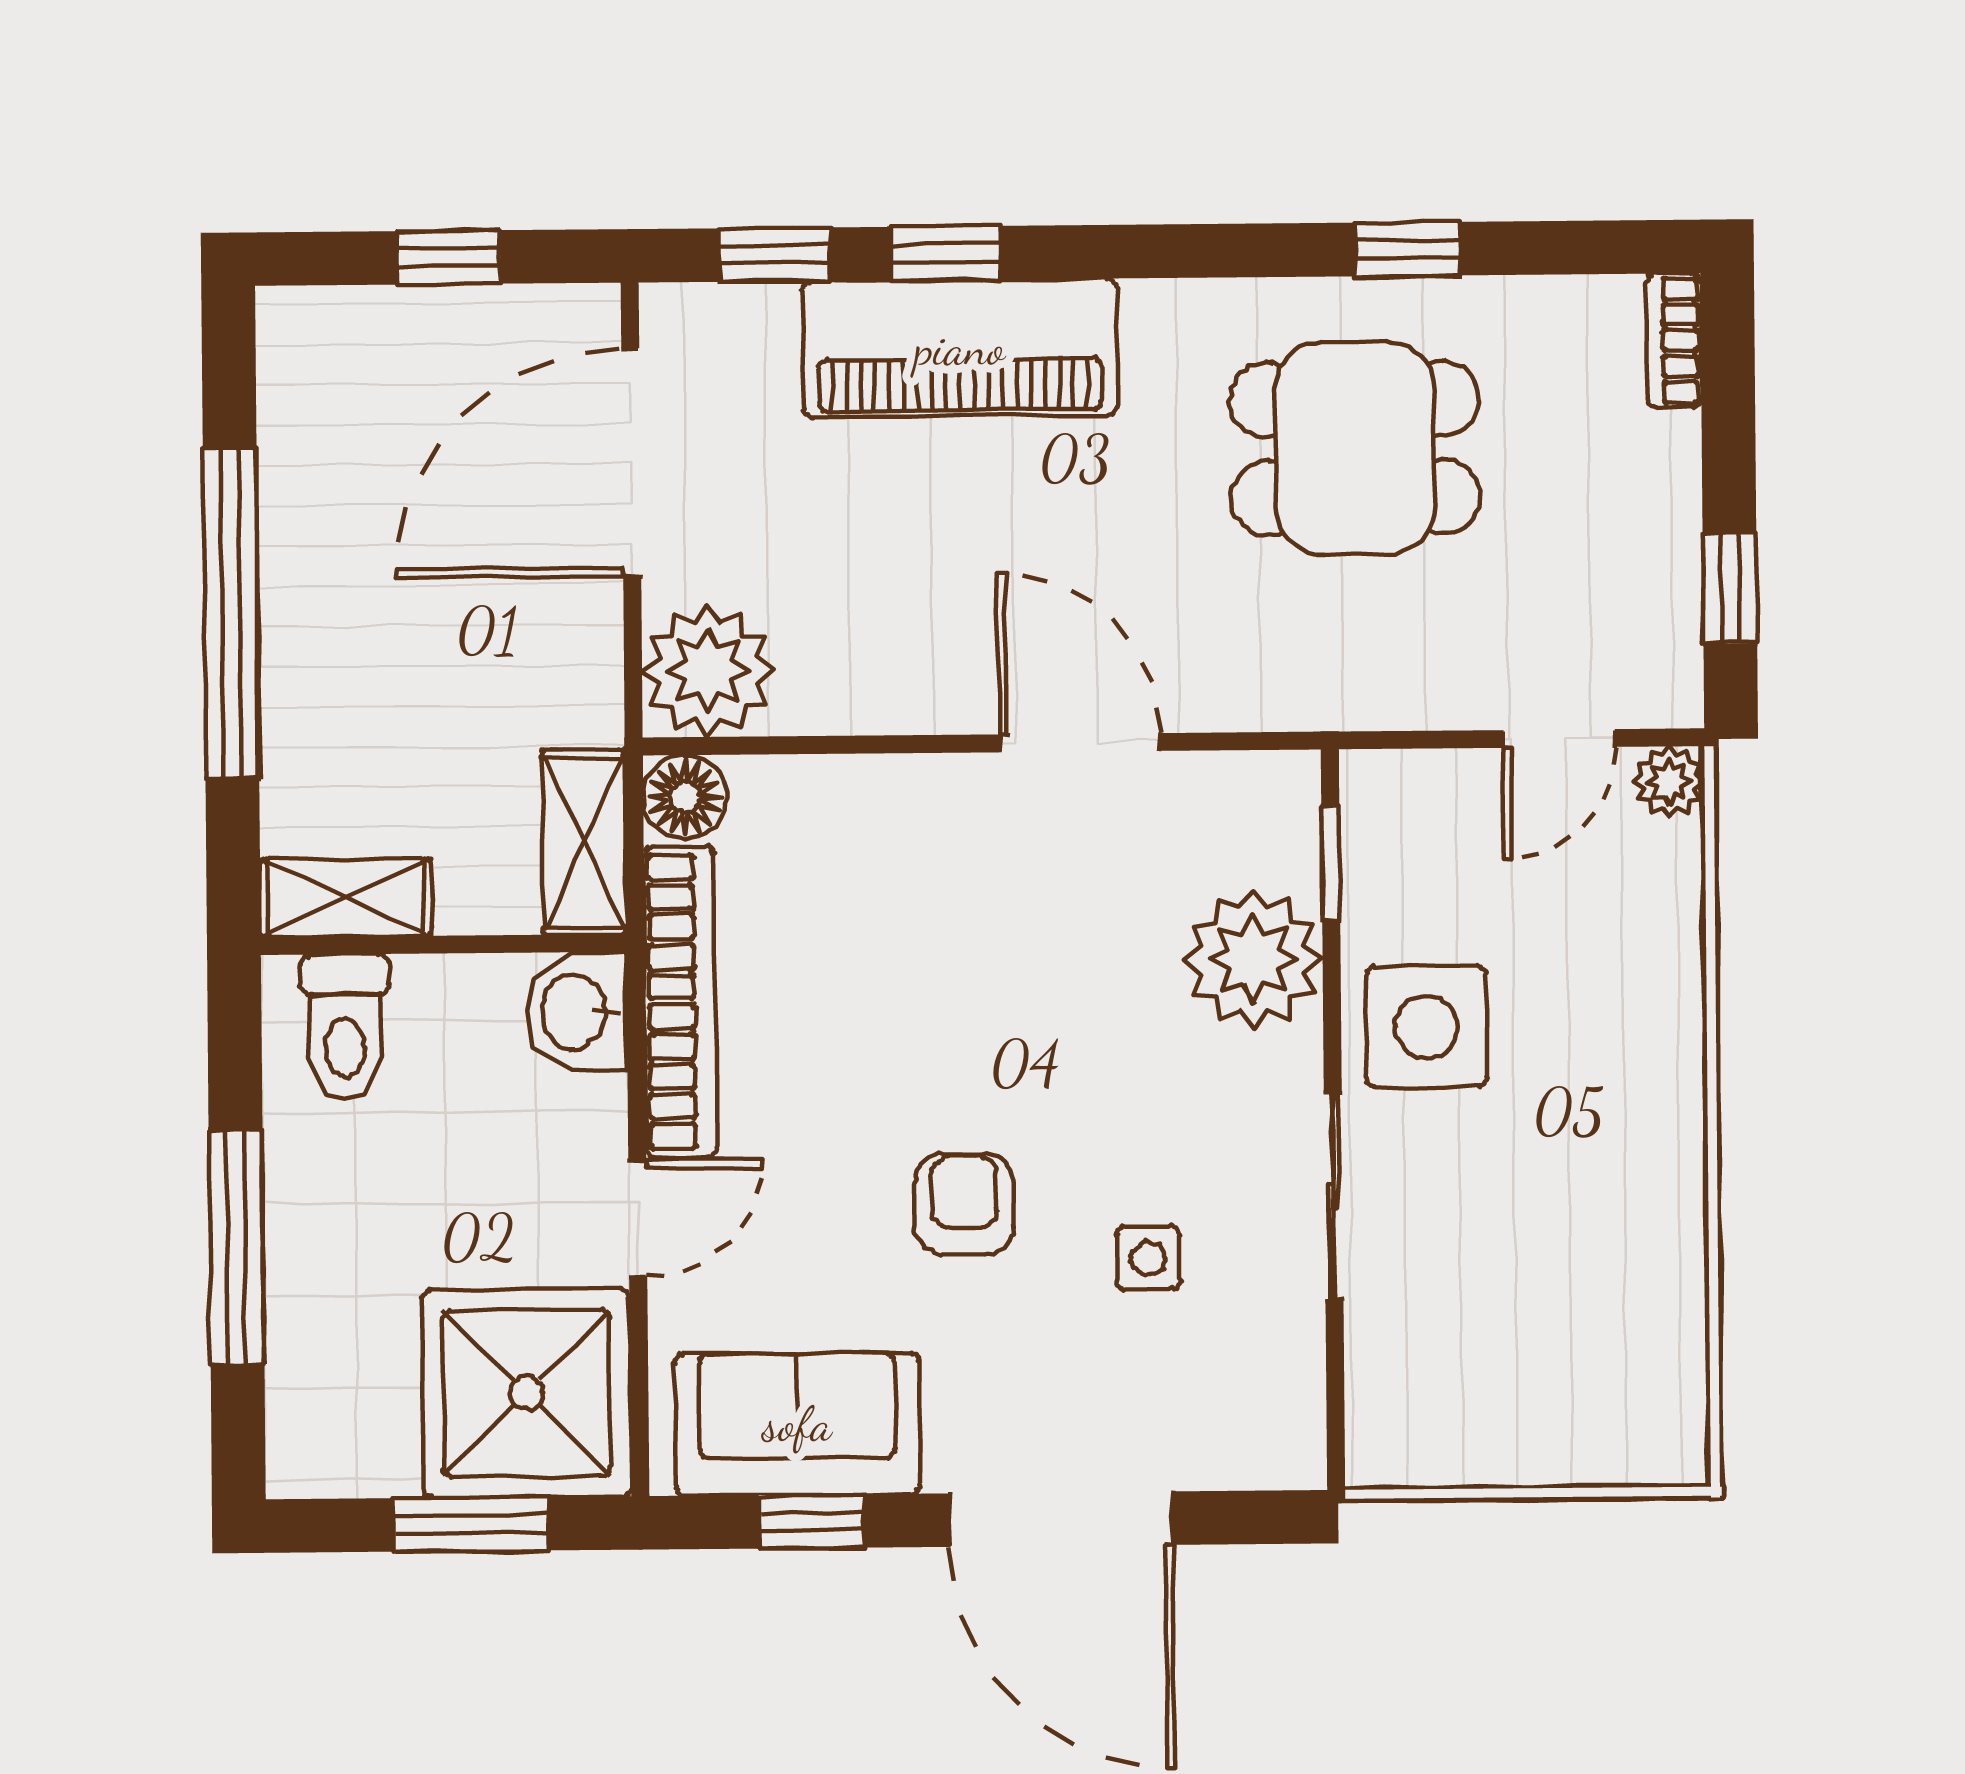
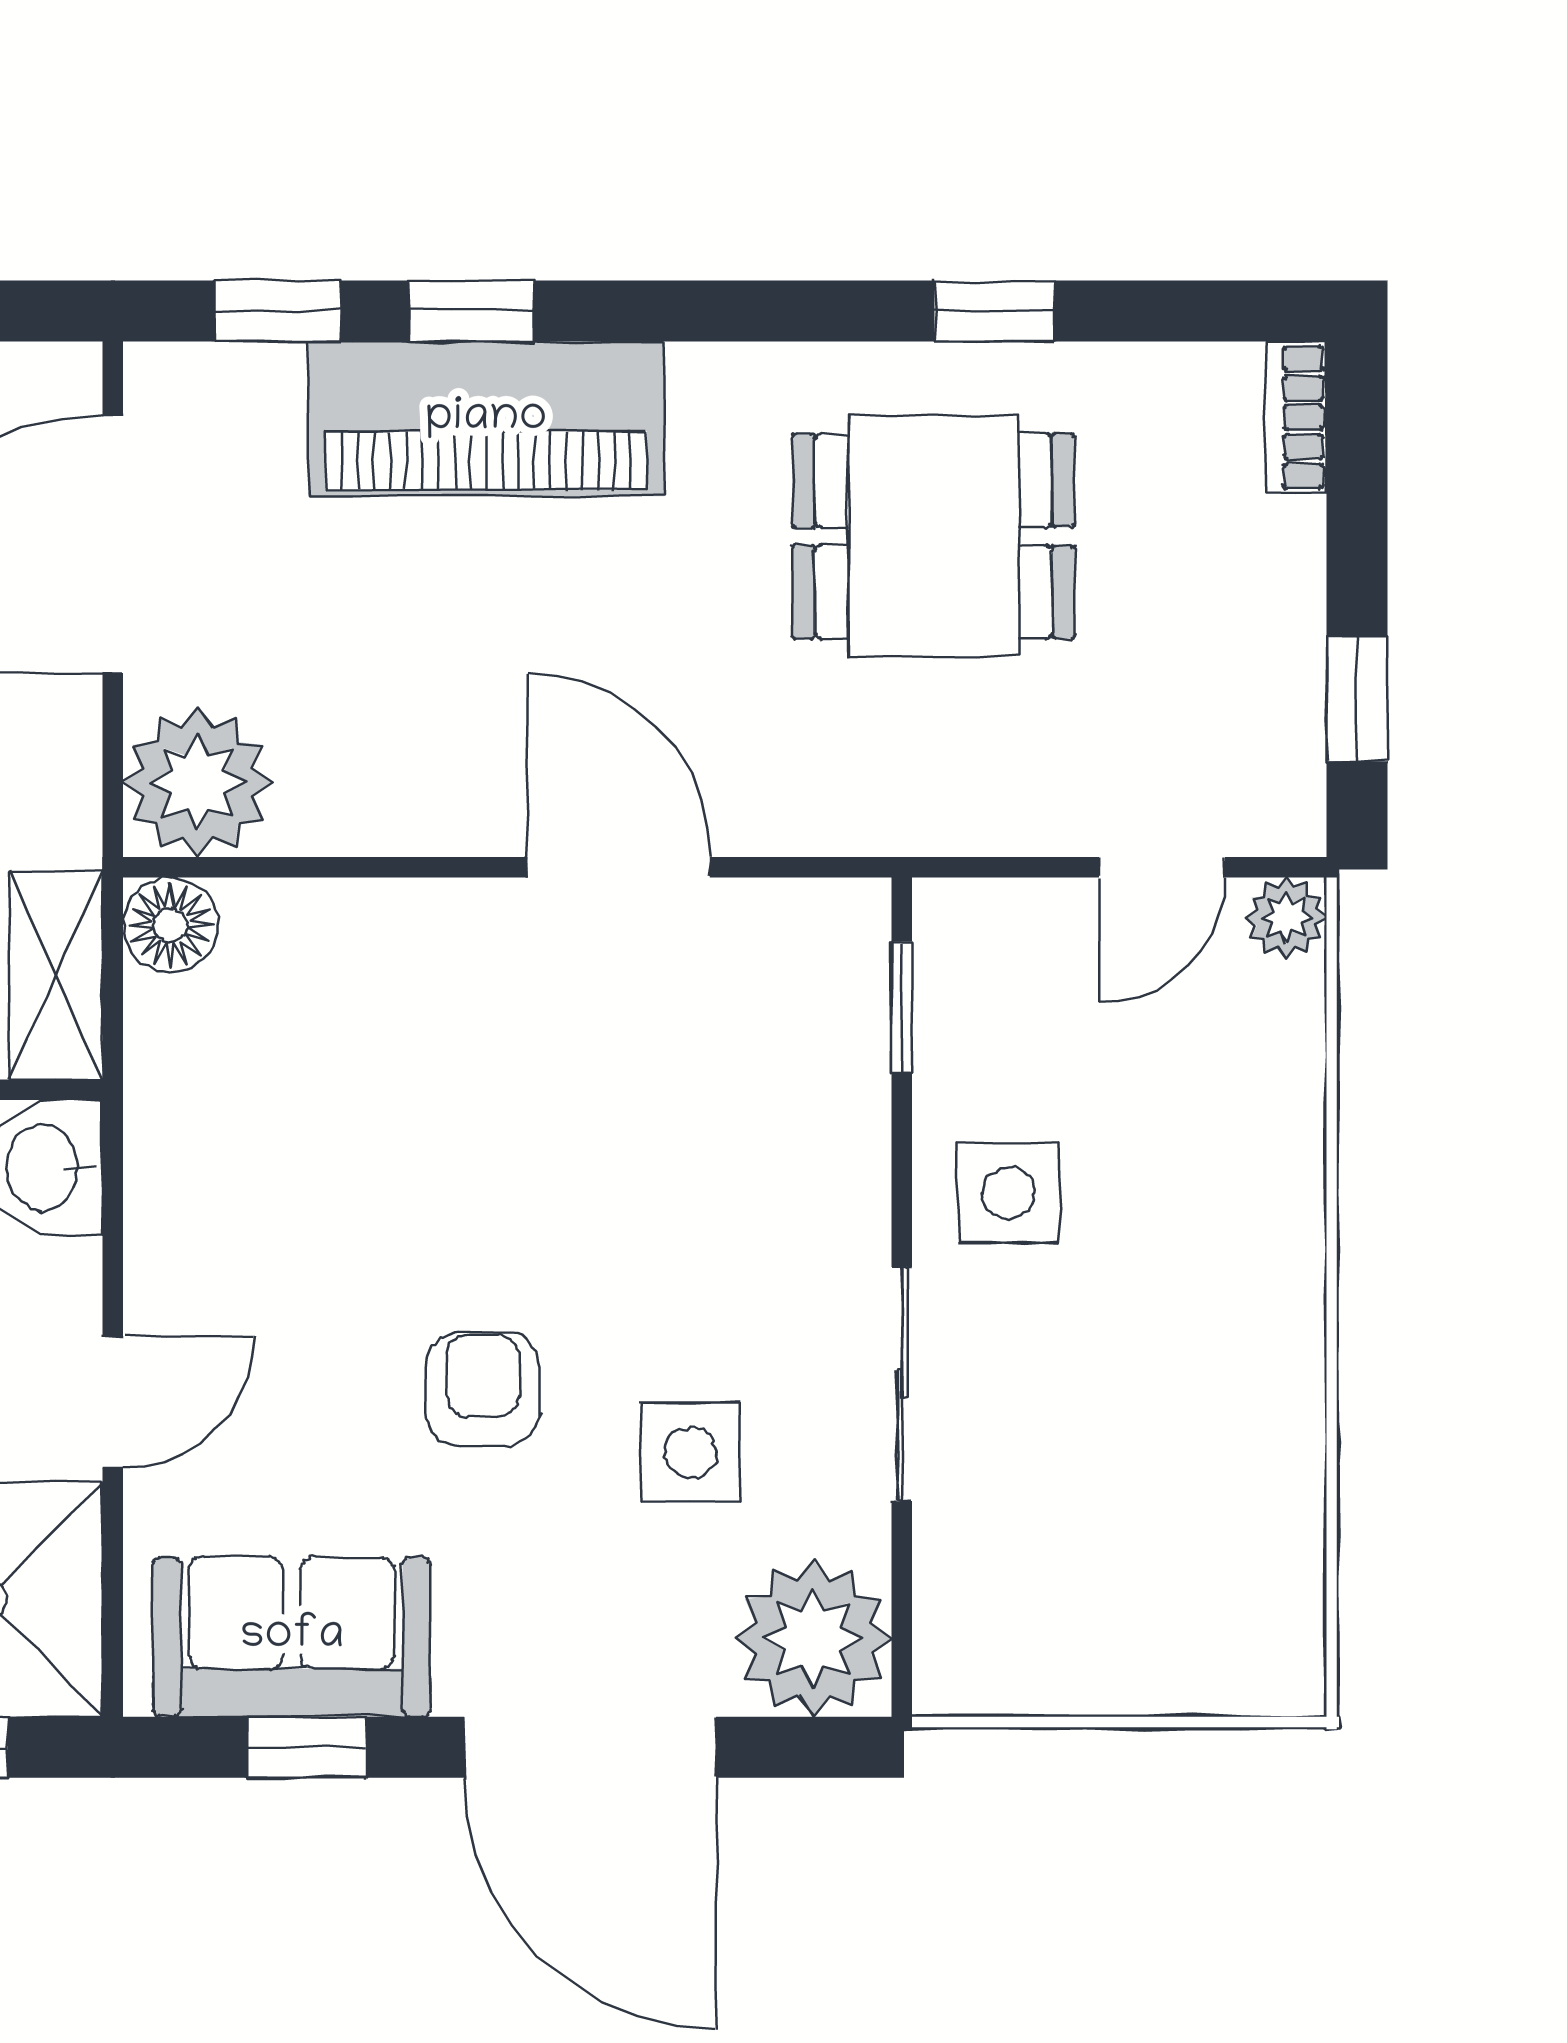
plant: (1253, 960) -> (813, 1638), moved
bookcase: (680, 1002) -> (163, 1157), removed
side table: (1426, 1027) -> (1009, 1193), width x0.73, depth x0.73
side table: (1148, 1258) -> (691, 1453), width x1.37, depth x1.37

